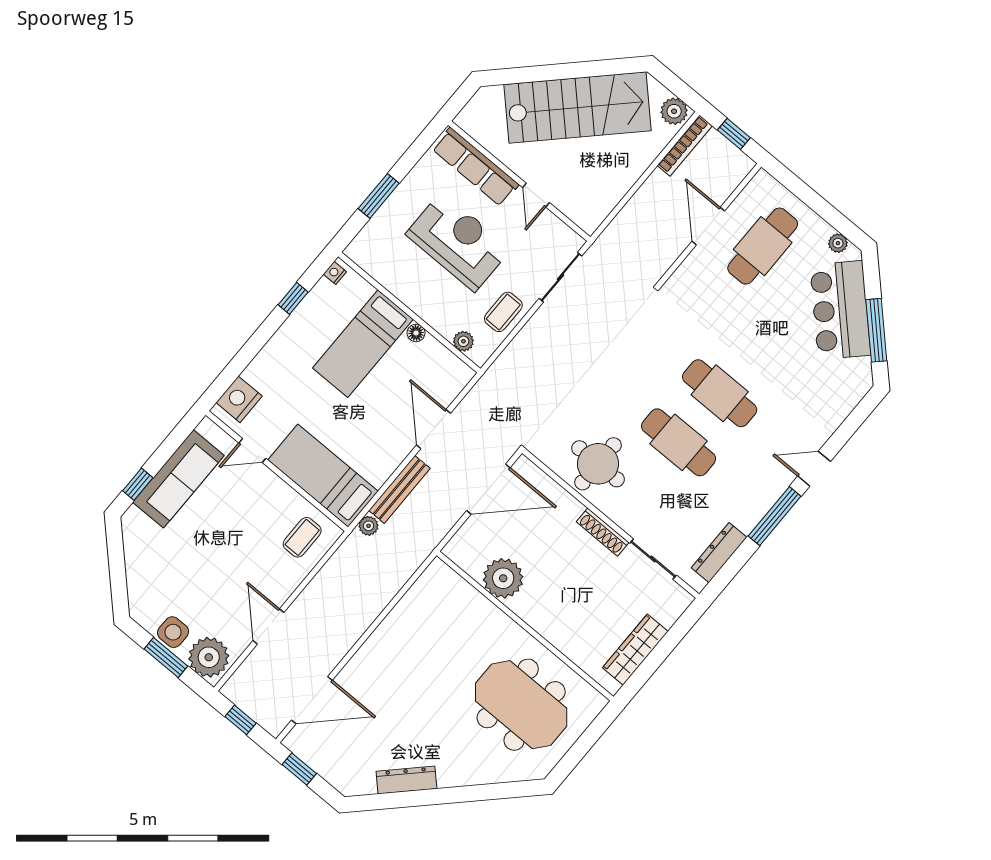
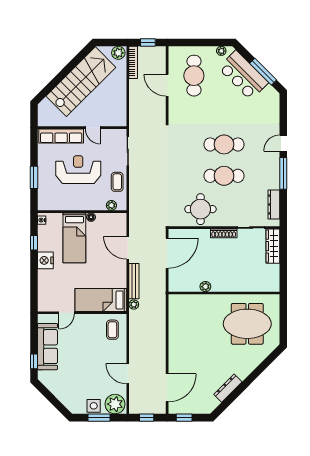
nightstand: (239, 399) -> (45, 260), moved
plant: (503, 578) -> (205, 287), width x0.53, depth x0.53
wardrobe: (635, 650) -> (273, 246), moved

